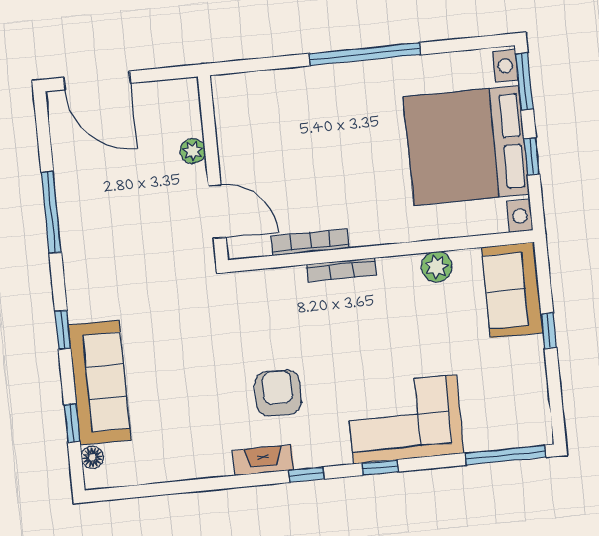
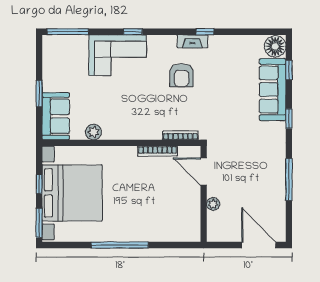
bookcase: (341, 270) -> (180, 135), moved
window: (549, 331) -> (39, 94), width x1.50
floor lamp: (92, 457) -> (275, 46), width x1.89, depth x1.89
window: (307, 475) -> (205, 32), moved

